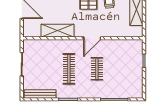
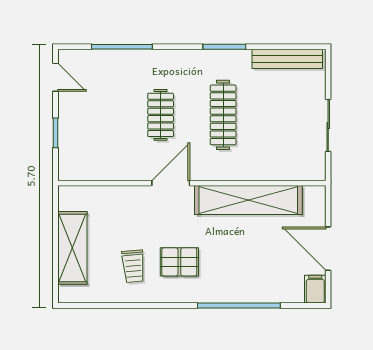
shelving: (58, 31) -> (248, 200), width x1.47
door: (144, 86) -> (55, 77), added

